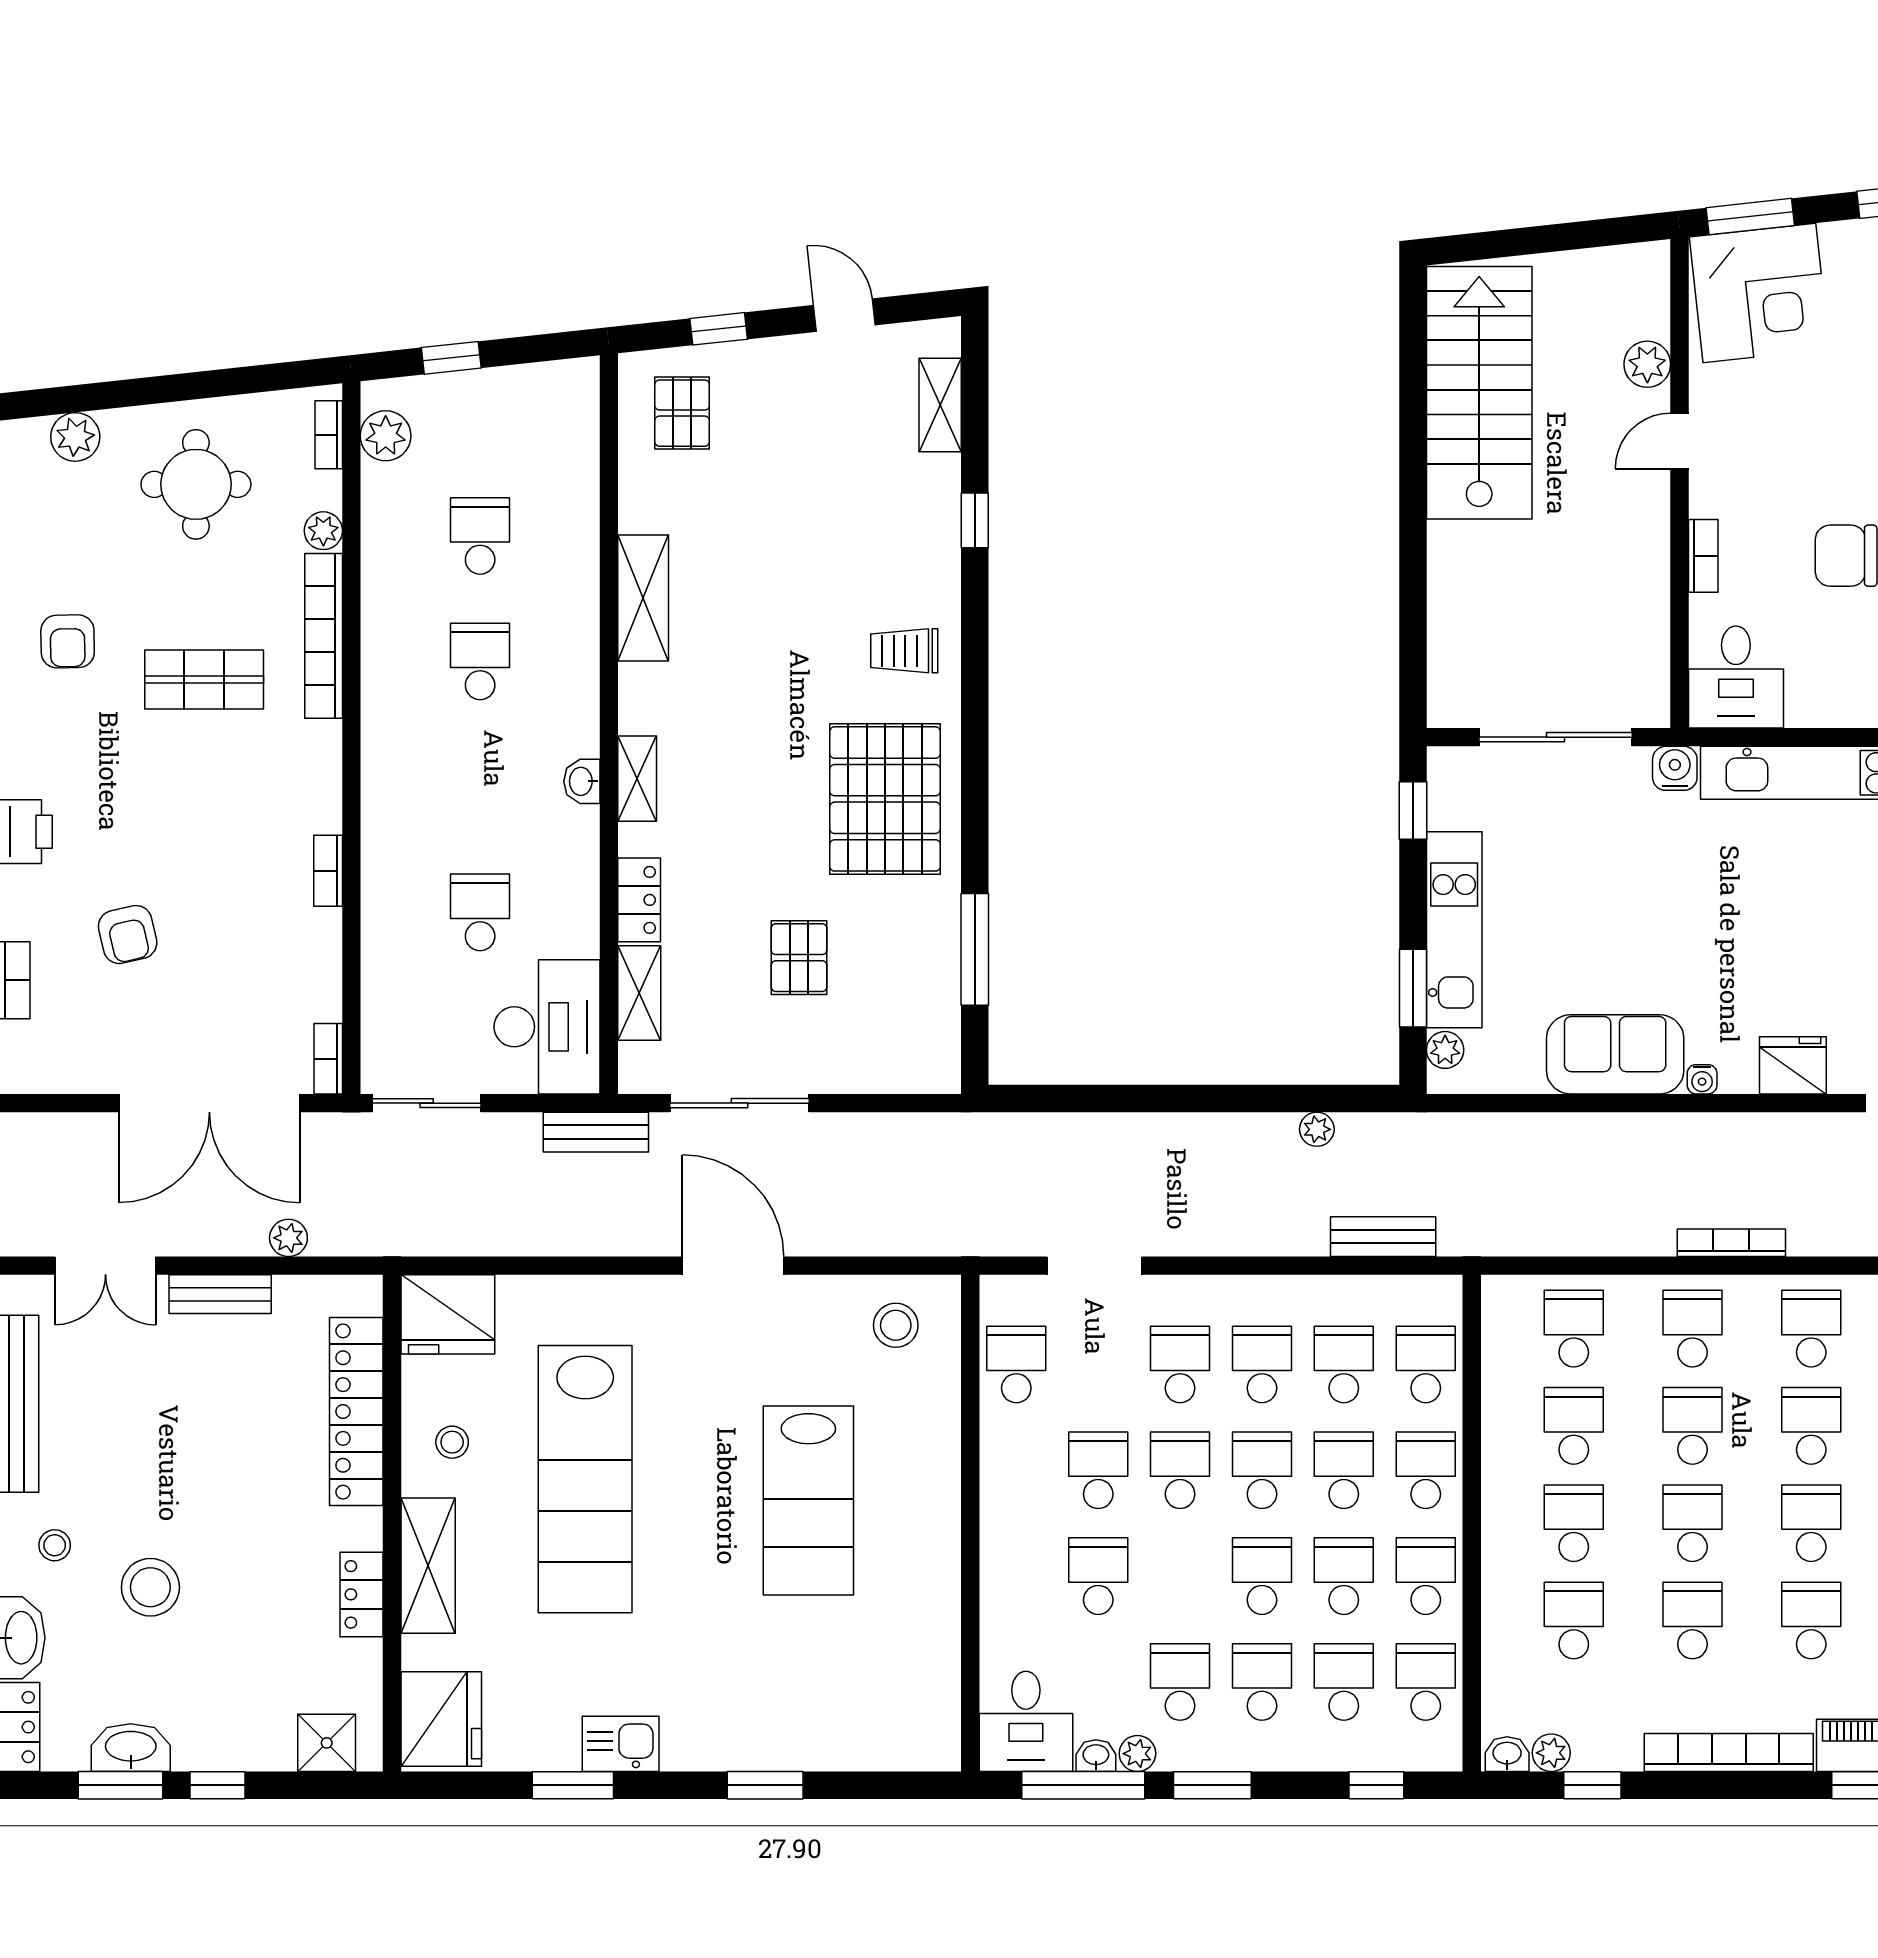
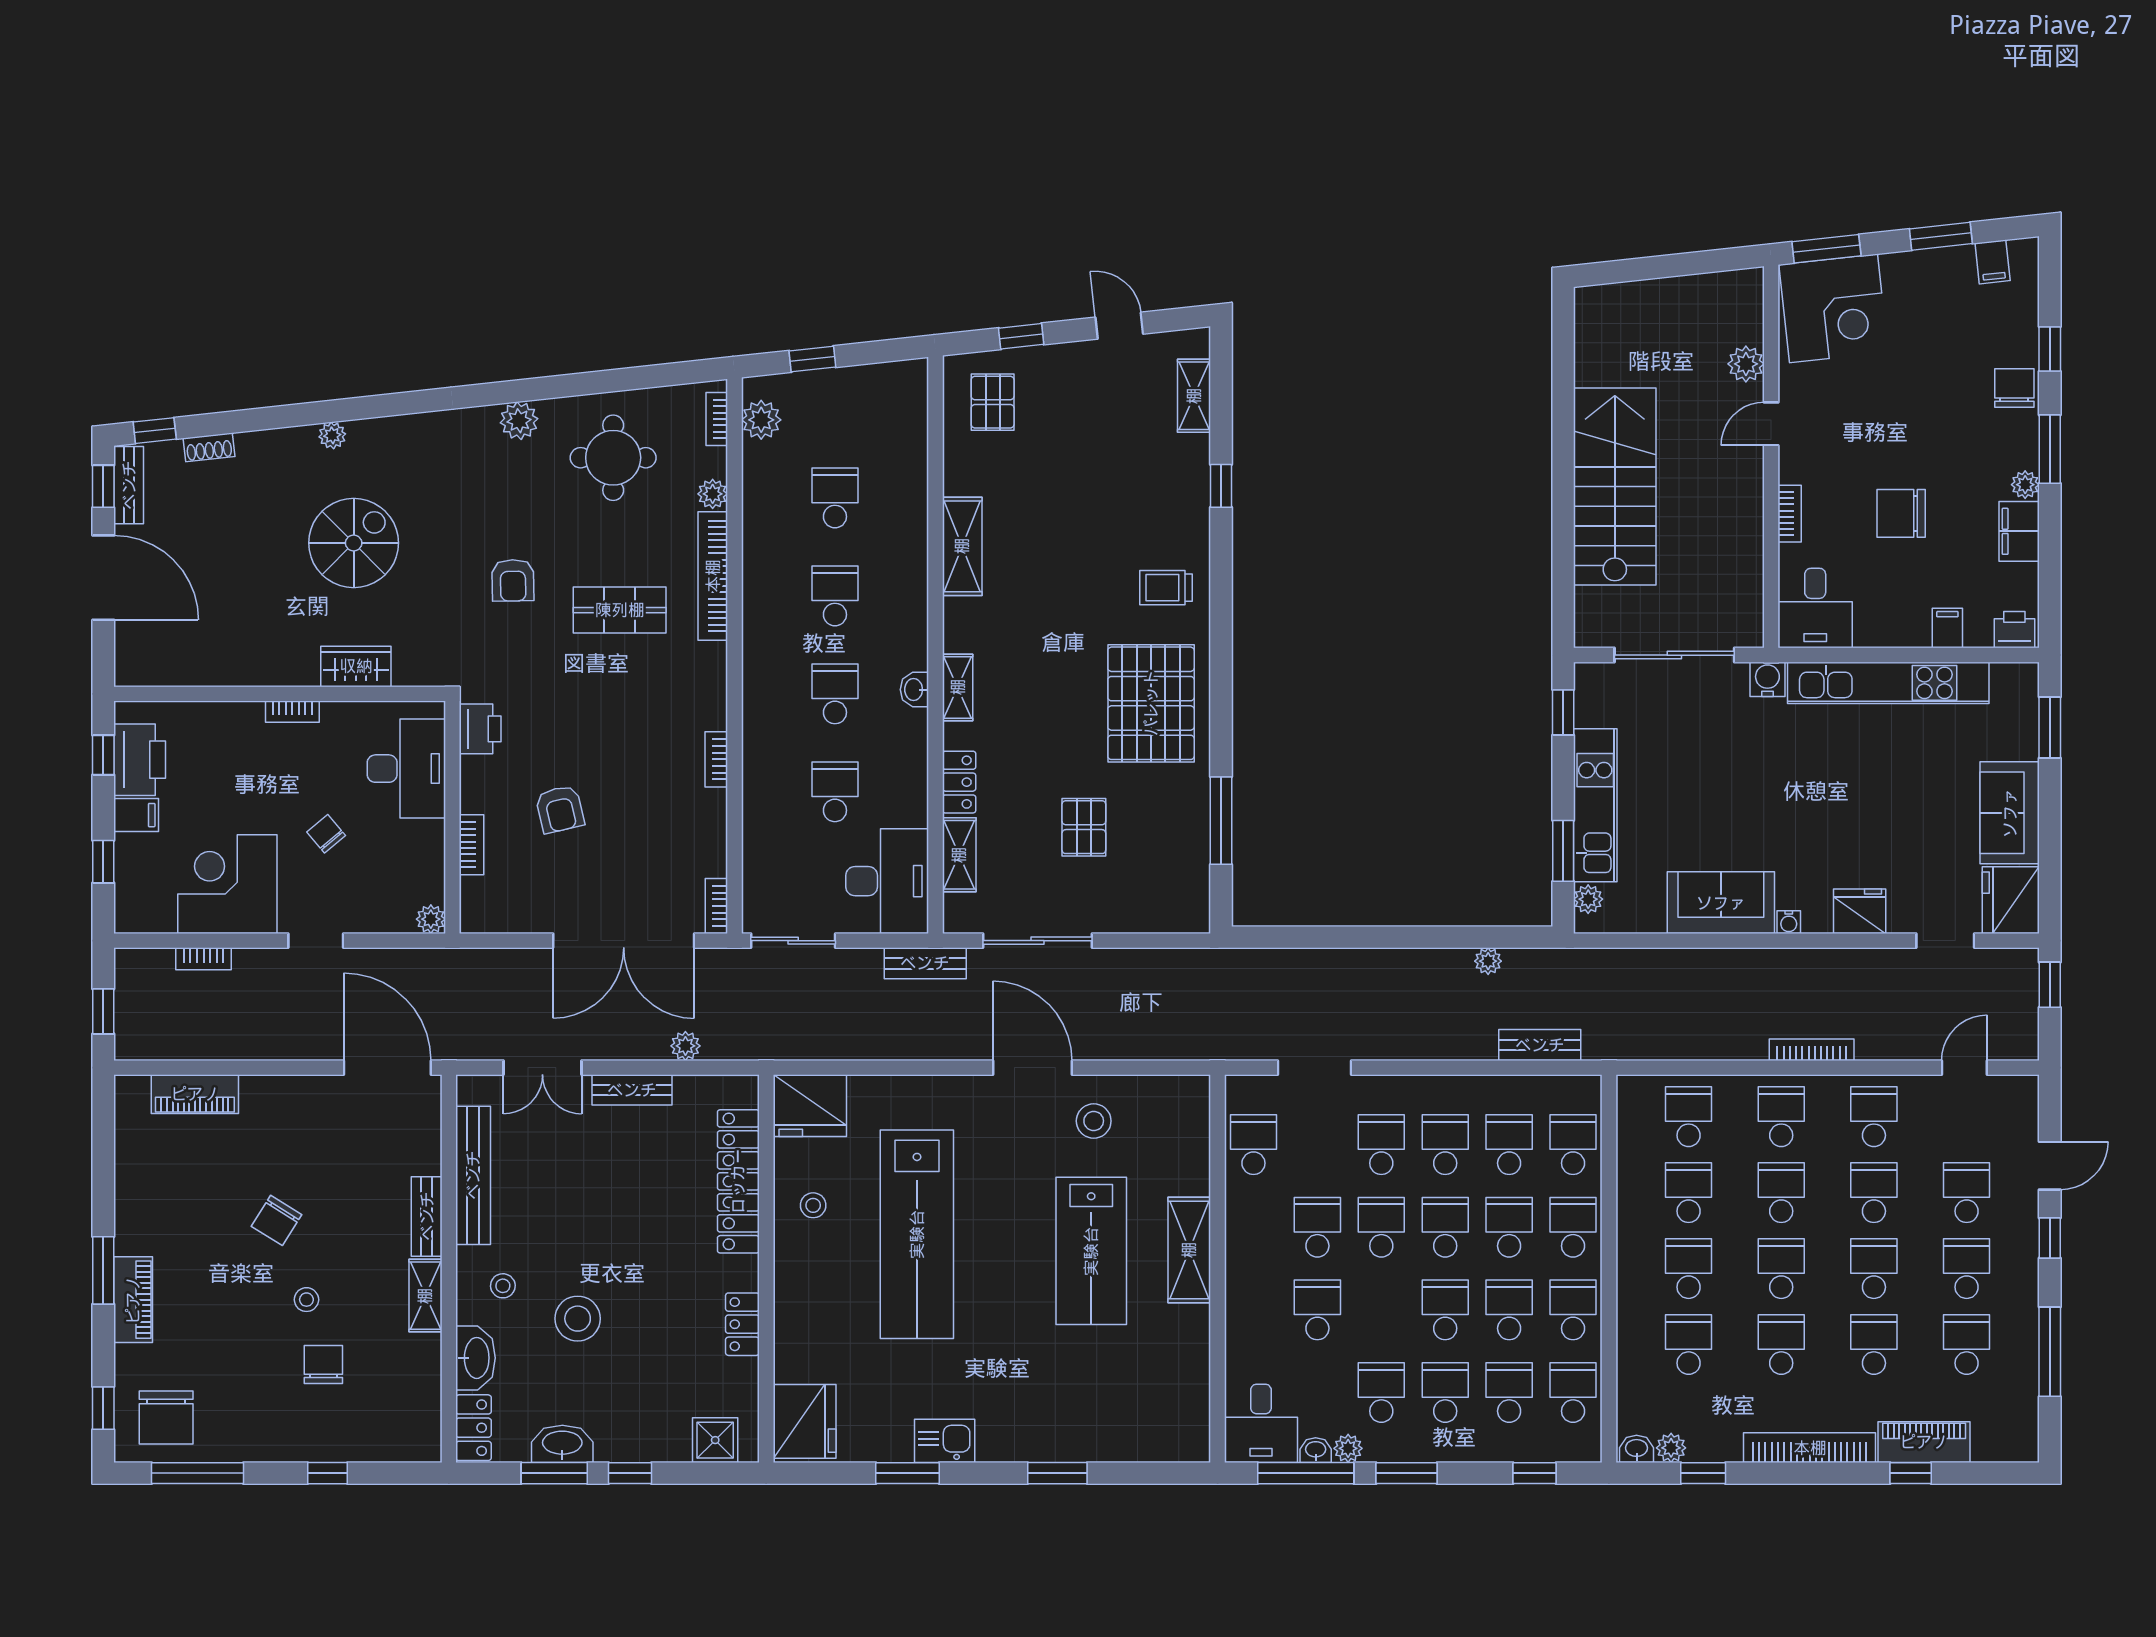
stairs: (1479, 393) -> (1615, 486), moved
school desk: (480, 787) -> (835, 694), added
stool: (896, 1325) -> (1094, 1121), moved
shelving: (428, 1566) -> (1189, 1250), moved

